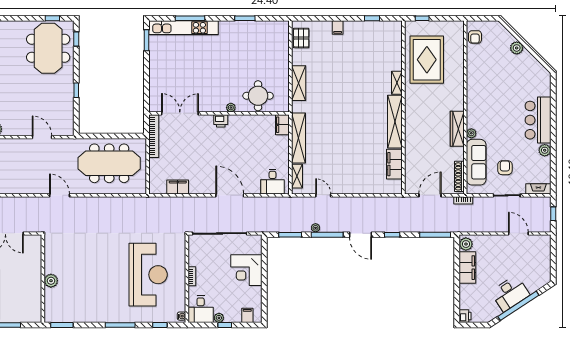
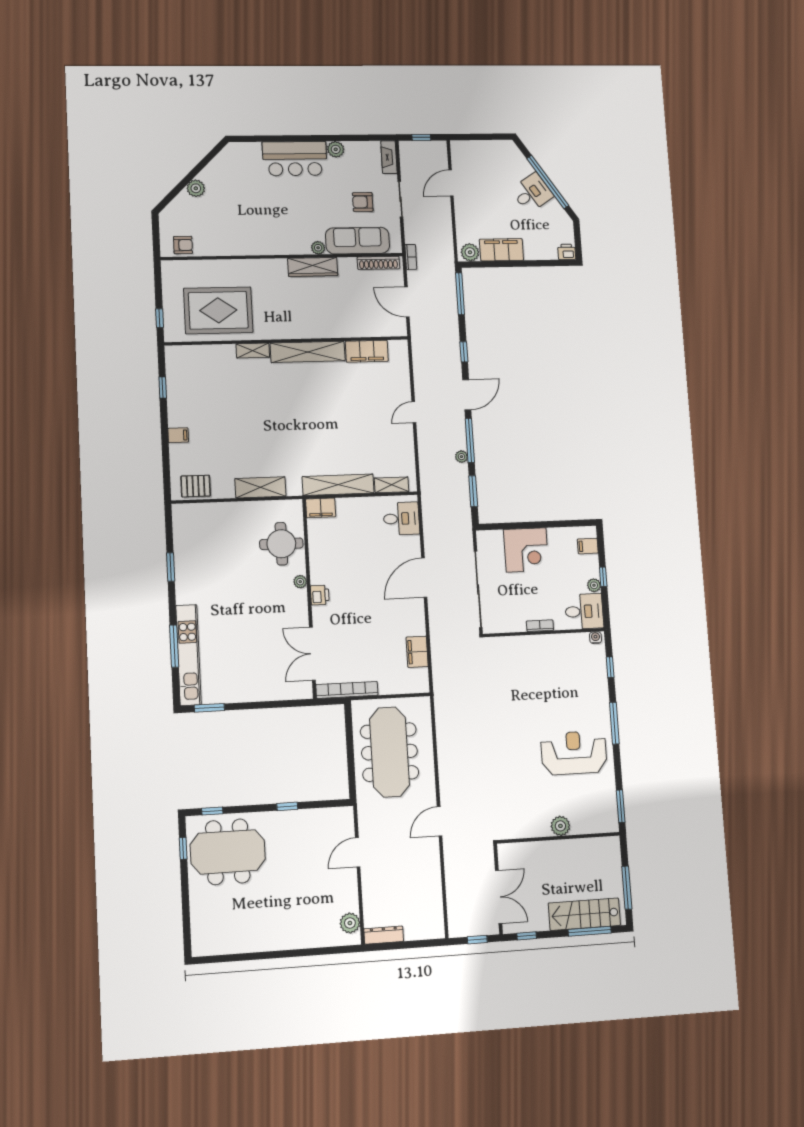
door: (323, 195) -> (414, 412), moved
reception desk: (148, 275) -> (574, 753), moved, width x0.74, depth x0.77
desk: (510, 293) -> (532, 193), width x0.73

